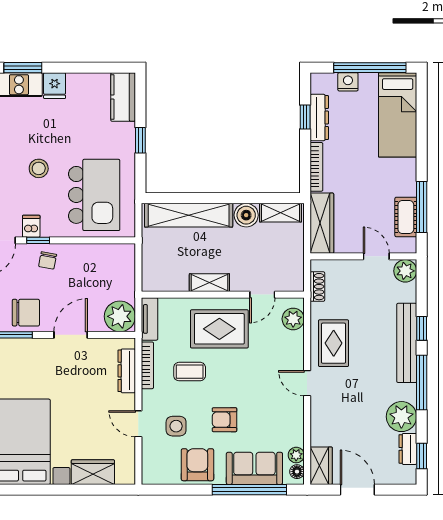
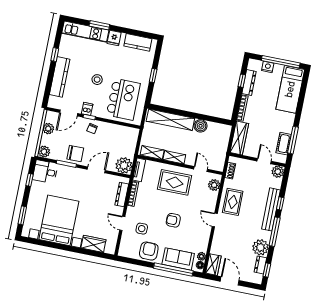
kitchen counter: (123, 97) -> (138, 42), moved, turned -90
shelving: (281, 213) -> (152, 153), moved
door: (262, 295) -> (201, 169), swing flipped
coffee table: (190, 372) -> (155, 202), removed
armchair: (225, 420) -> (173, 220), moved

